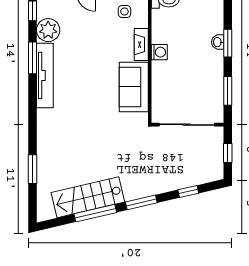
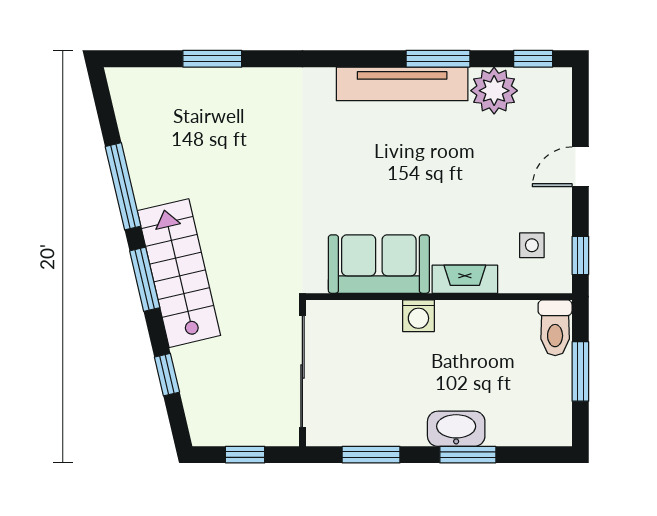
washbasin: (218, 42) -> (456, 429), width x1.91, depth x1.45
washing machine: (159, 52) -> (418, 316), moved
stairs: (88, 197) -> (179, 273), moved

